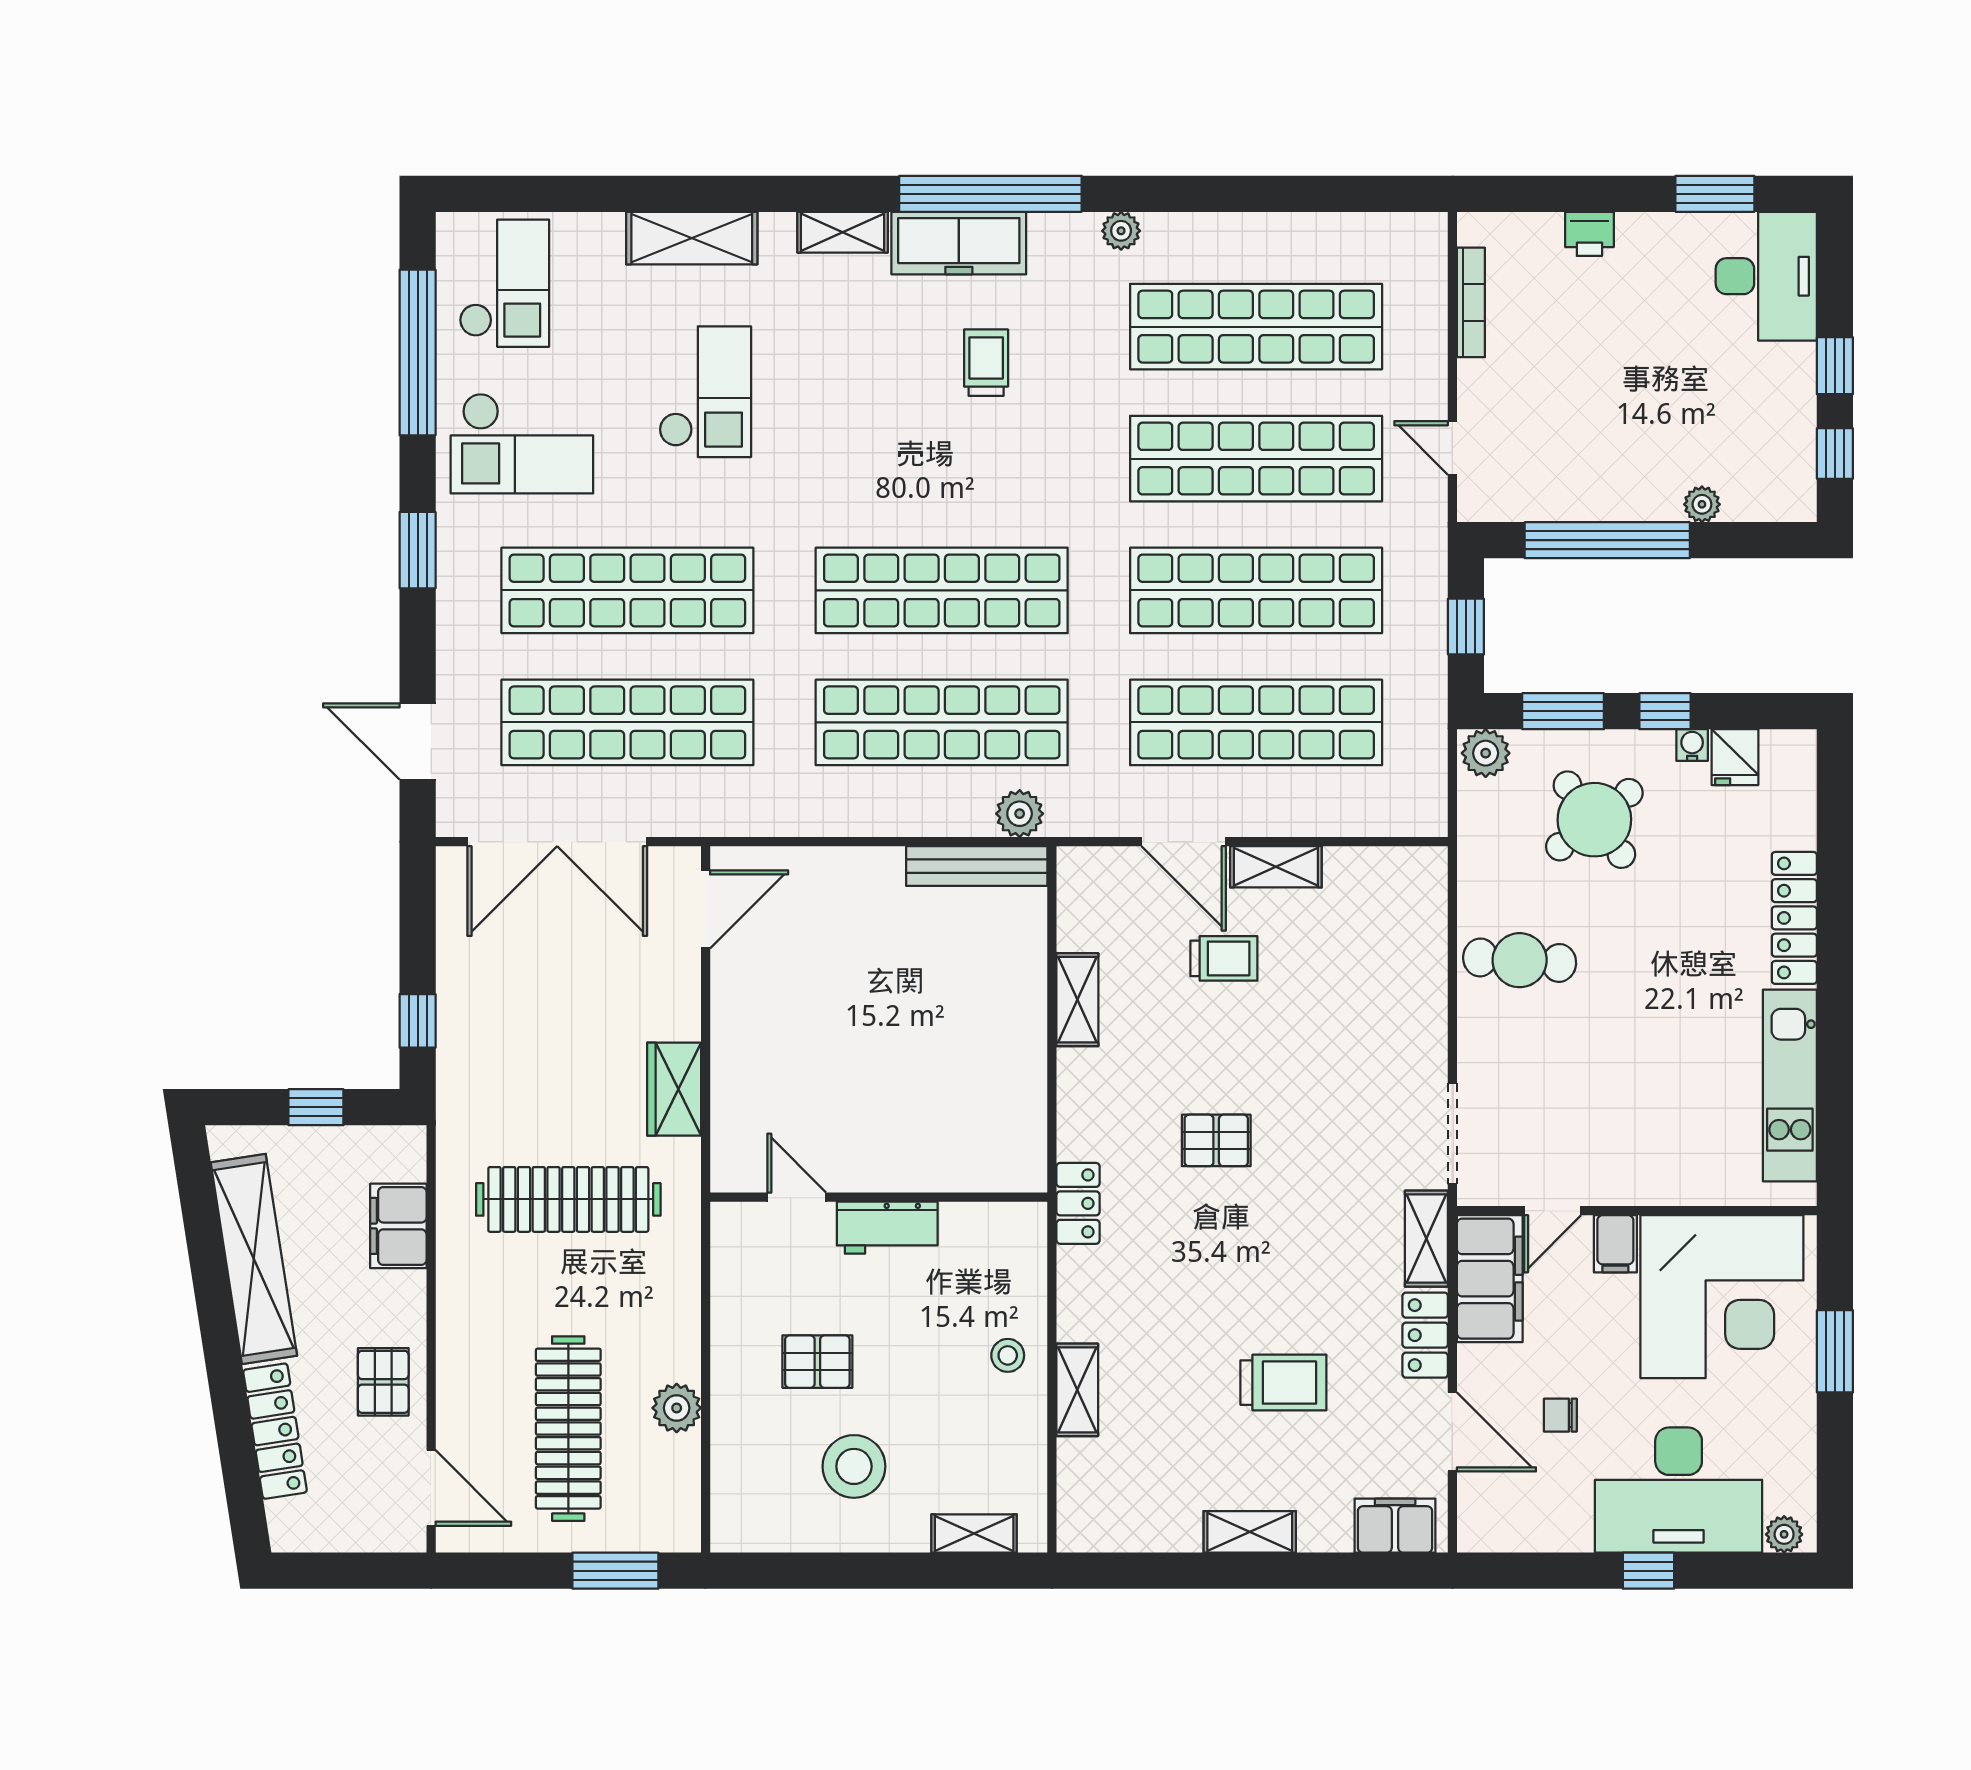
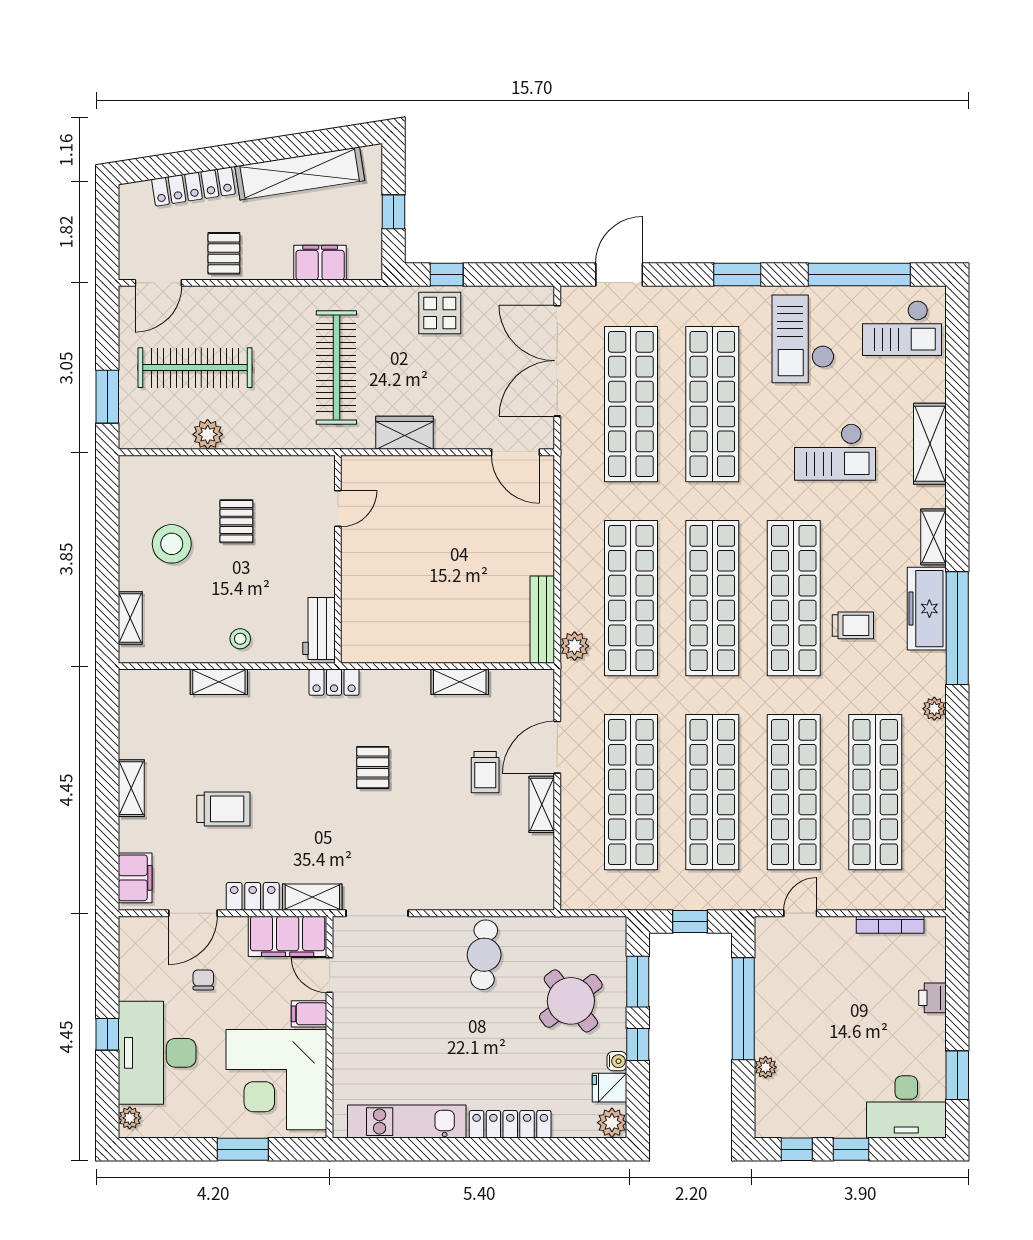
shop shelf: (942, 459) -> (794, 598), added
plant: (1486, 753) -> (612, 1123), moved
display table: (480, 1032) -> (440, 313), added
workbench: (887, 1228) -> (319, 628), moved
pallet: (383, 1382) -> (224, 253), turned 90
trolley: (1283, 1383) -> (223, 809), turned -90

